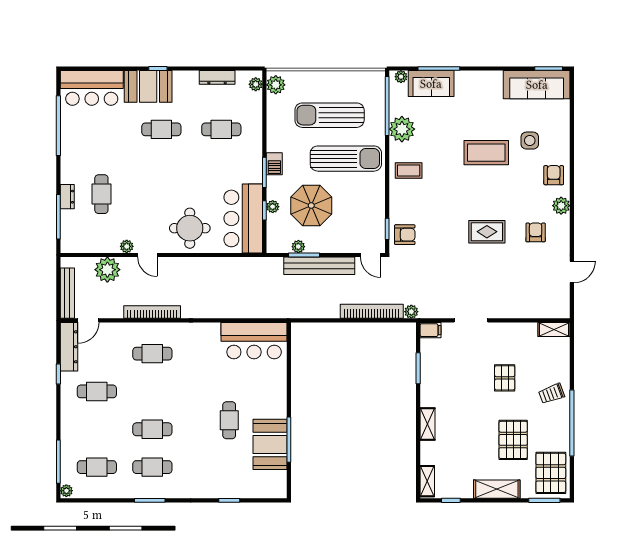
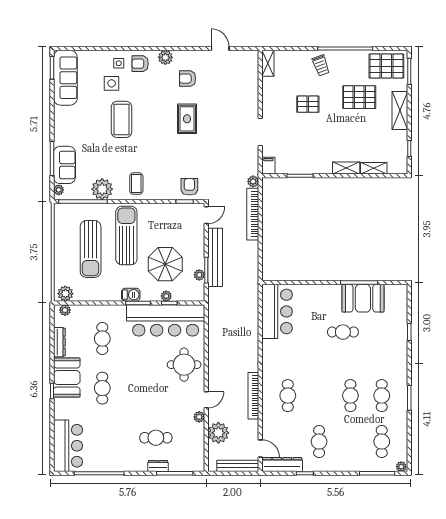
booth: (148, 86) -> (67, 378), moved
side table: (554, 149) -> (119, 63), added
bar counter: (243, 218) -> (166, 320), width x1.36
shelving: (427, 481) -> (374, 168), moved

